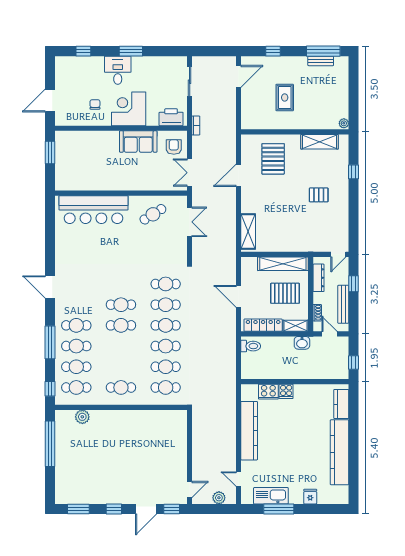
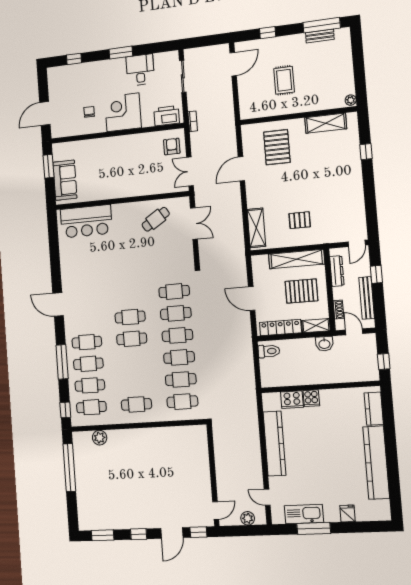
desk: (118, 70) -> (140, 70), moved
sofa: (138, 142) -> (65, 180), moved, turned -90
pallet: (319, 195) -> (300, 220), moved
bar counter: (93, 210) -> (86, 221), width x0.73

